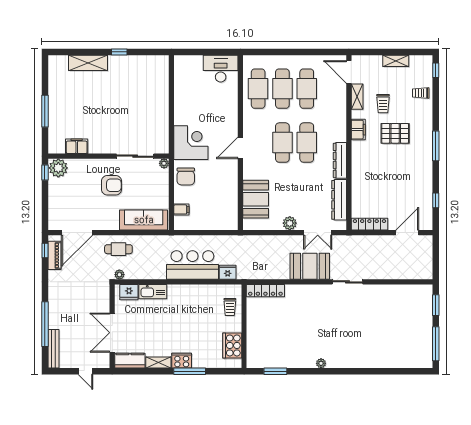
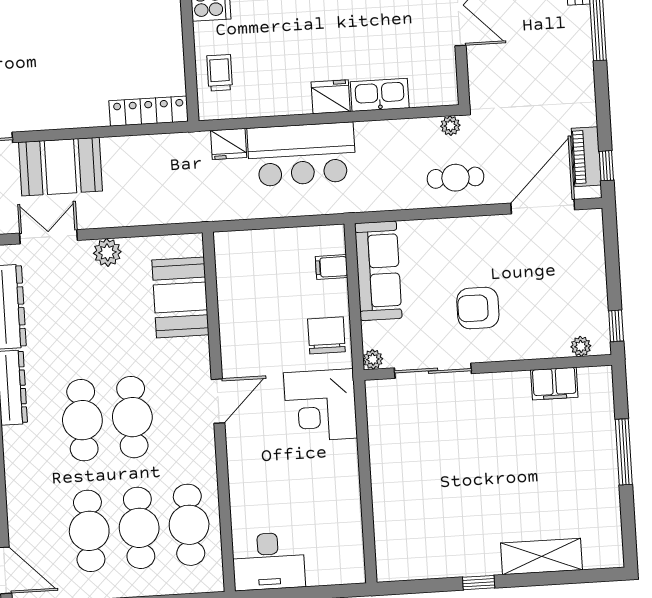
plant: (58, 168) -> (581, 346), width x0.53, depth x0.53
sofa: (144, 220) -> (378, 271), moved, turned -90
fridge: (129, 292) -> (331, 97), moved

